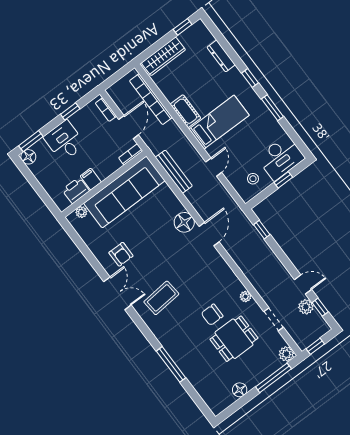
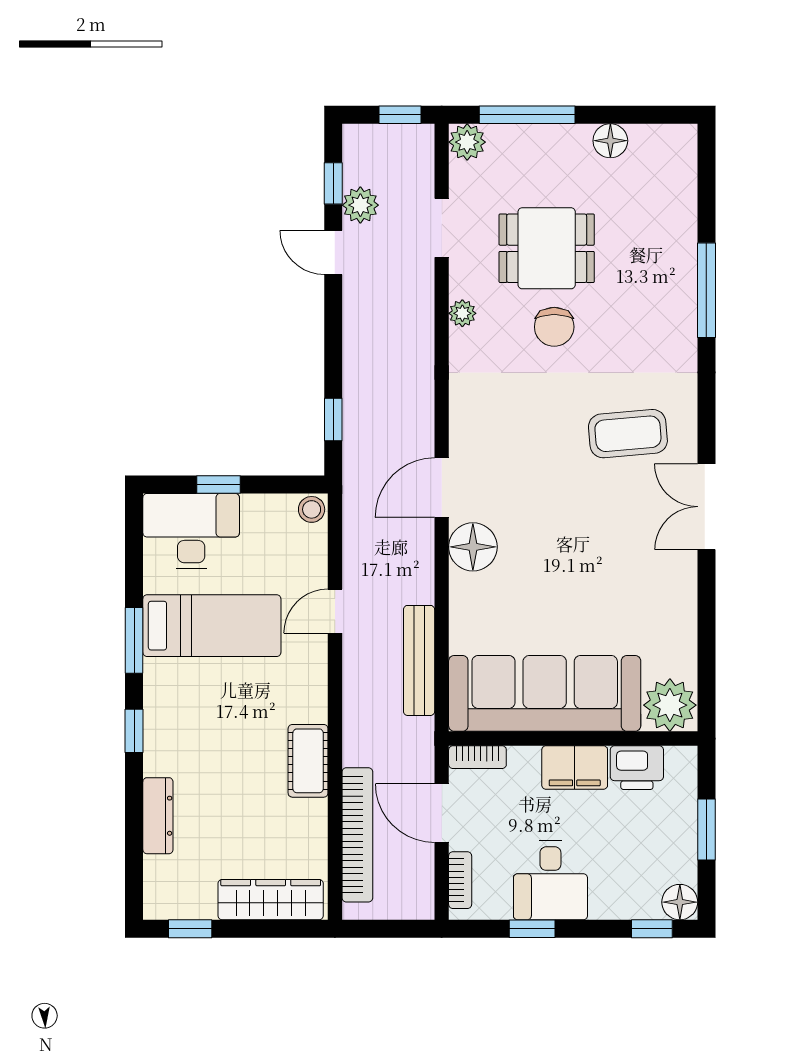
bed: (219, 122) -> (212, 626), moved, turned 180
door: (129, 127) -> (442, 813), hinge flipped
window: (31, 141) -> (652, 929), width x0.67
desk: (64, 141) -> (550, 880), moved
filing cabinet: (91, 179) -> (575, 768), width x2.00
stool: (253, 179) -> (312, 509), moved
window: (38, 187) -> (706, 829), added
plant: (81, 212) -> (670, 705), width x1.87, depth x1.87
armchair: (121, 254) -> (642, 577), removed
chair: (212, 315) -> (554, 327), turned 90

